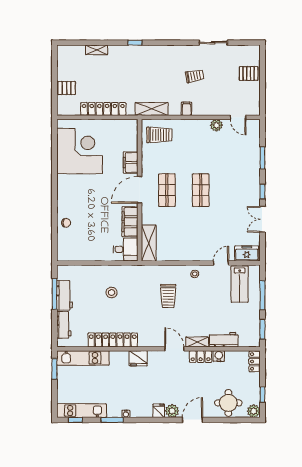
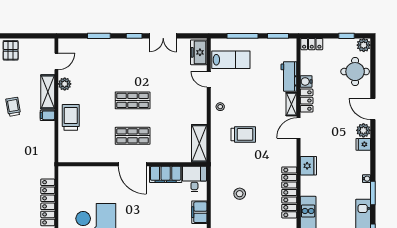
shelving: (152, 109) -> (48, 92), moved
trolley: (159, 135) -> (71, 117), moved
filing cabinet: (131, 163) -> (199, 212), moved, turned 90
shelving: (149, 243) -> (199, 143), moved, turned 90

